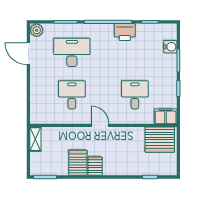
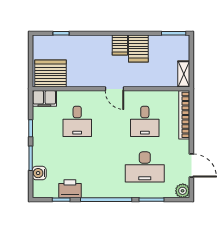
printer: (125, 32) -> (70, 189), moved
bookcase: (35, 101) -> (184, 115), added

